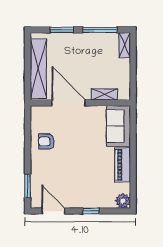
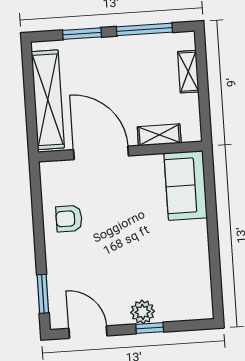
shelving: (125, 45) -> (188, 72), moved
piano: (123, 165) -> (197, 249), removed
plant: (123, 201) -> (143, 312), moved

